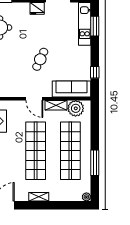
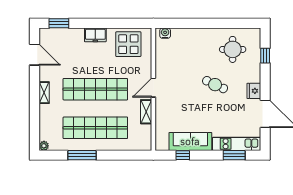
cafe table: (40, 59) -> (215, 85), moved
sofa: (72, 89) -> (190, 141), moved, turned -90
plant: (76, 108) -> (143, 134), removed

